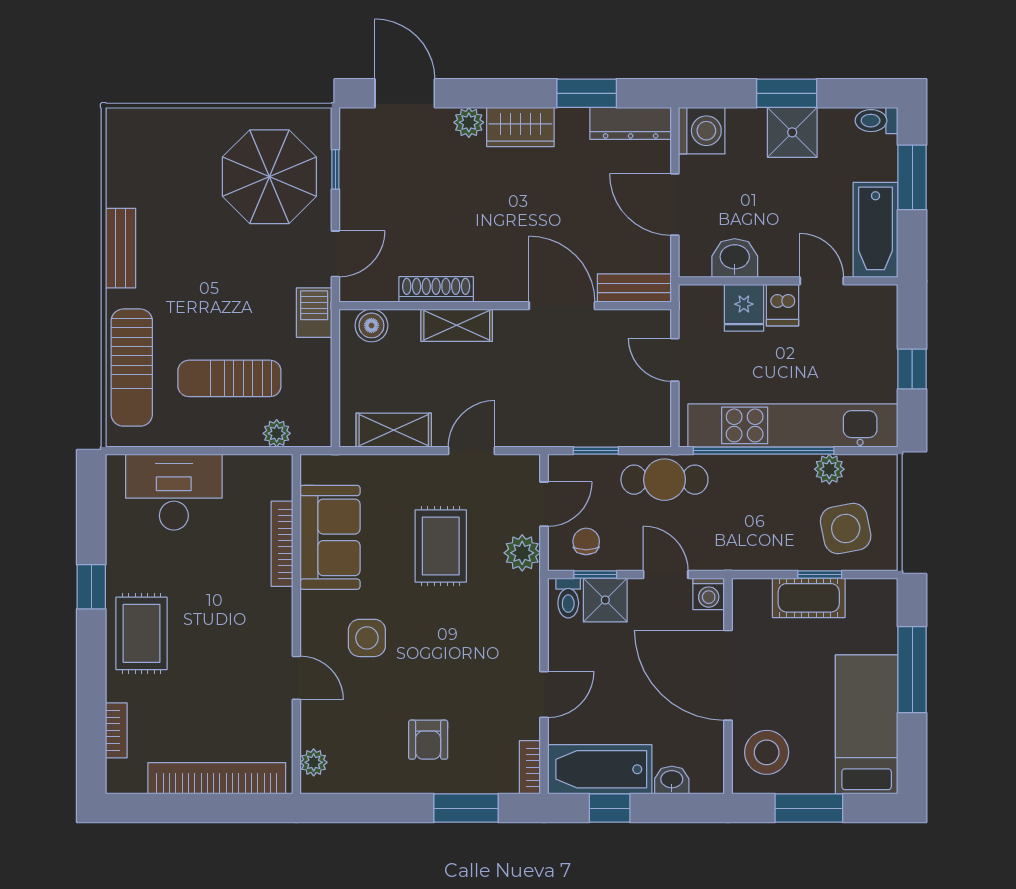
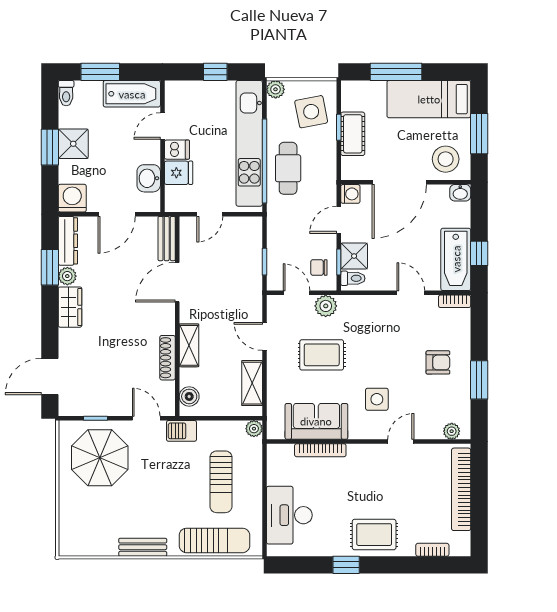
plant: (469, 122) -> (67, 276), moved
plant: (277, 433) -> (254, 429), moved
plant: (829, 469) -> (276, 89), moved
cafe table: (664, 480) -> (288, 168), moved
washbasin: (672, 780) -> (460, 193), moved, turned -90
window: (466, 808) -> (479, 380), moved

